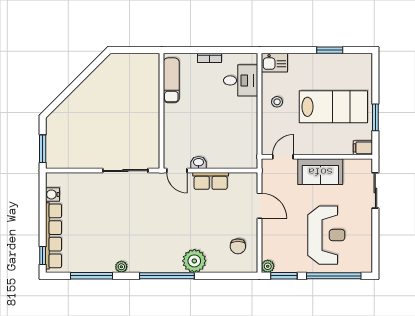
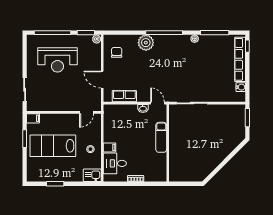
exam couch: (171, 80) -> (161, 137), moved
filing cabinet: (248, 104) -> (110, 147), added
sofa: (320, 172) -> (61, 102), removed
row of seats: (211, 181) -> (124, 96), moved
reception desk: (326, 235) -> (57, 60), turned -90

